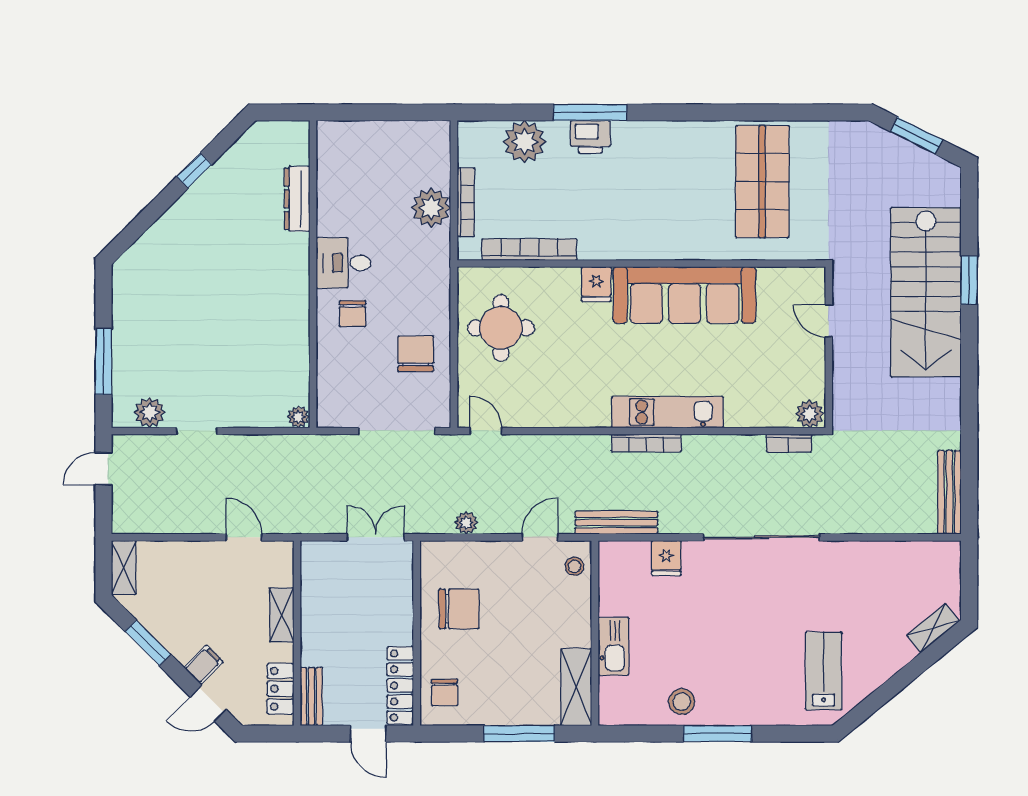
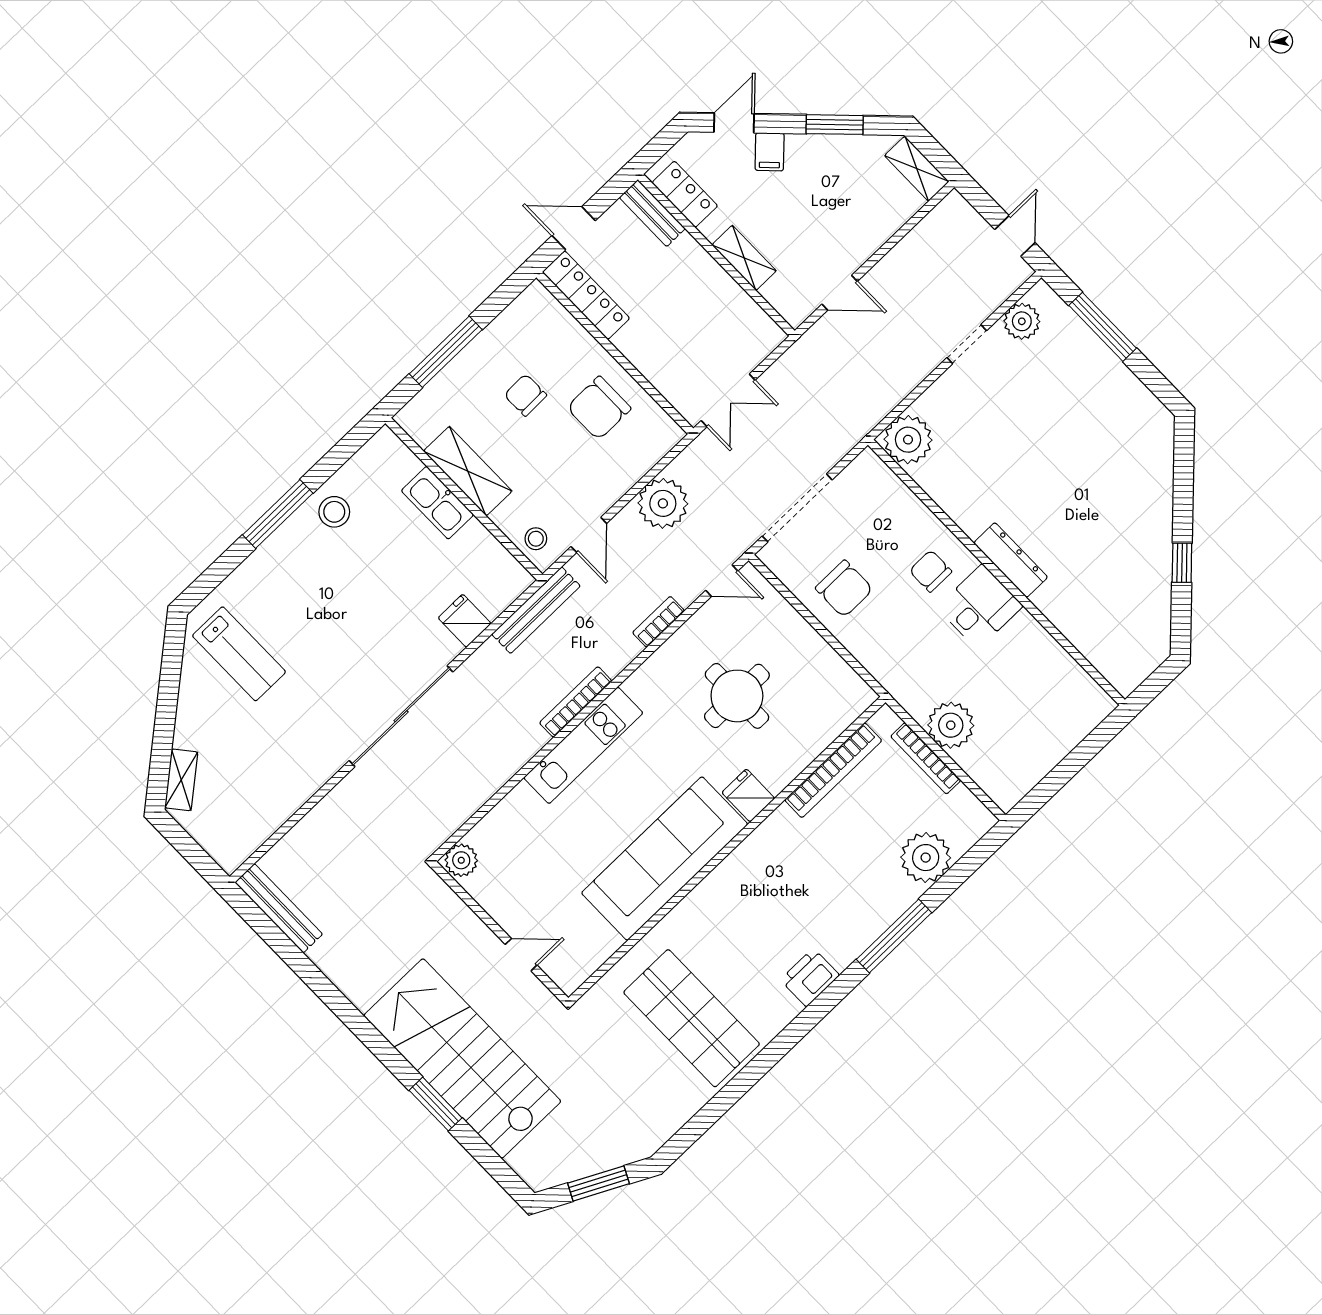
printer: (590, 137) -> (810, 977), moved
dresser: (297, 199) -> (1011, 560), moved
round table: (501, 328) -> (737, 696), moved
plant: (298, 417) -> (908, 440), width x1.87, depth x1.87
bookcase: (789, 443) -> (659, 622), moved
plant: (466, 523) -> (663, 503), width x1.88, depth x1.88
shelving: (576, 687) -> (468, 471), moved
chair: (445, 692) -> (525, 395), moved

